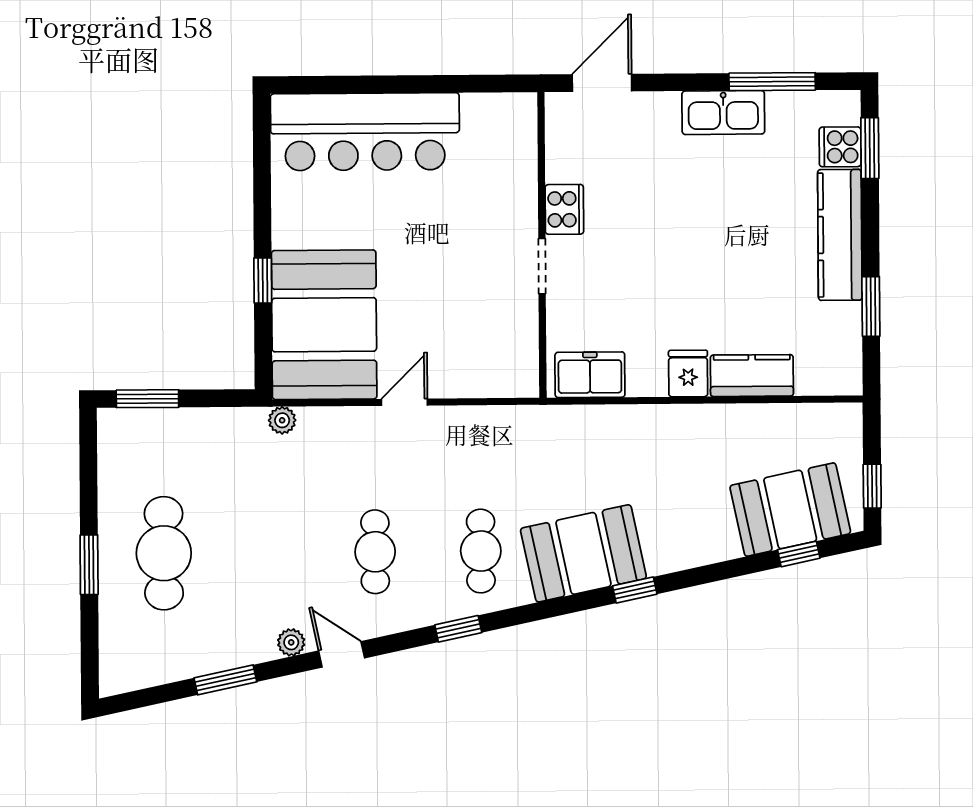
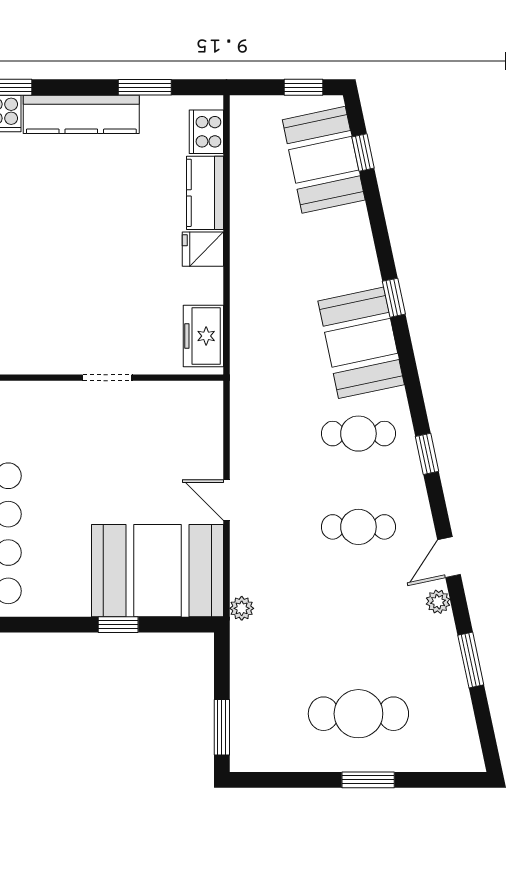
cooker: (564, 209) -> (206, 132), moved, turned -90

